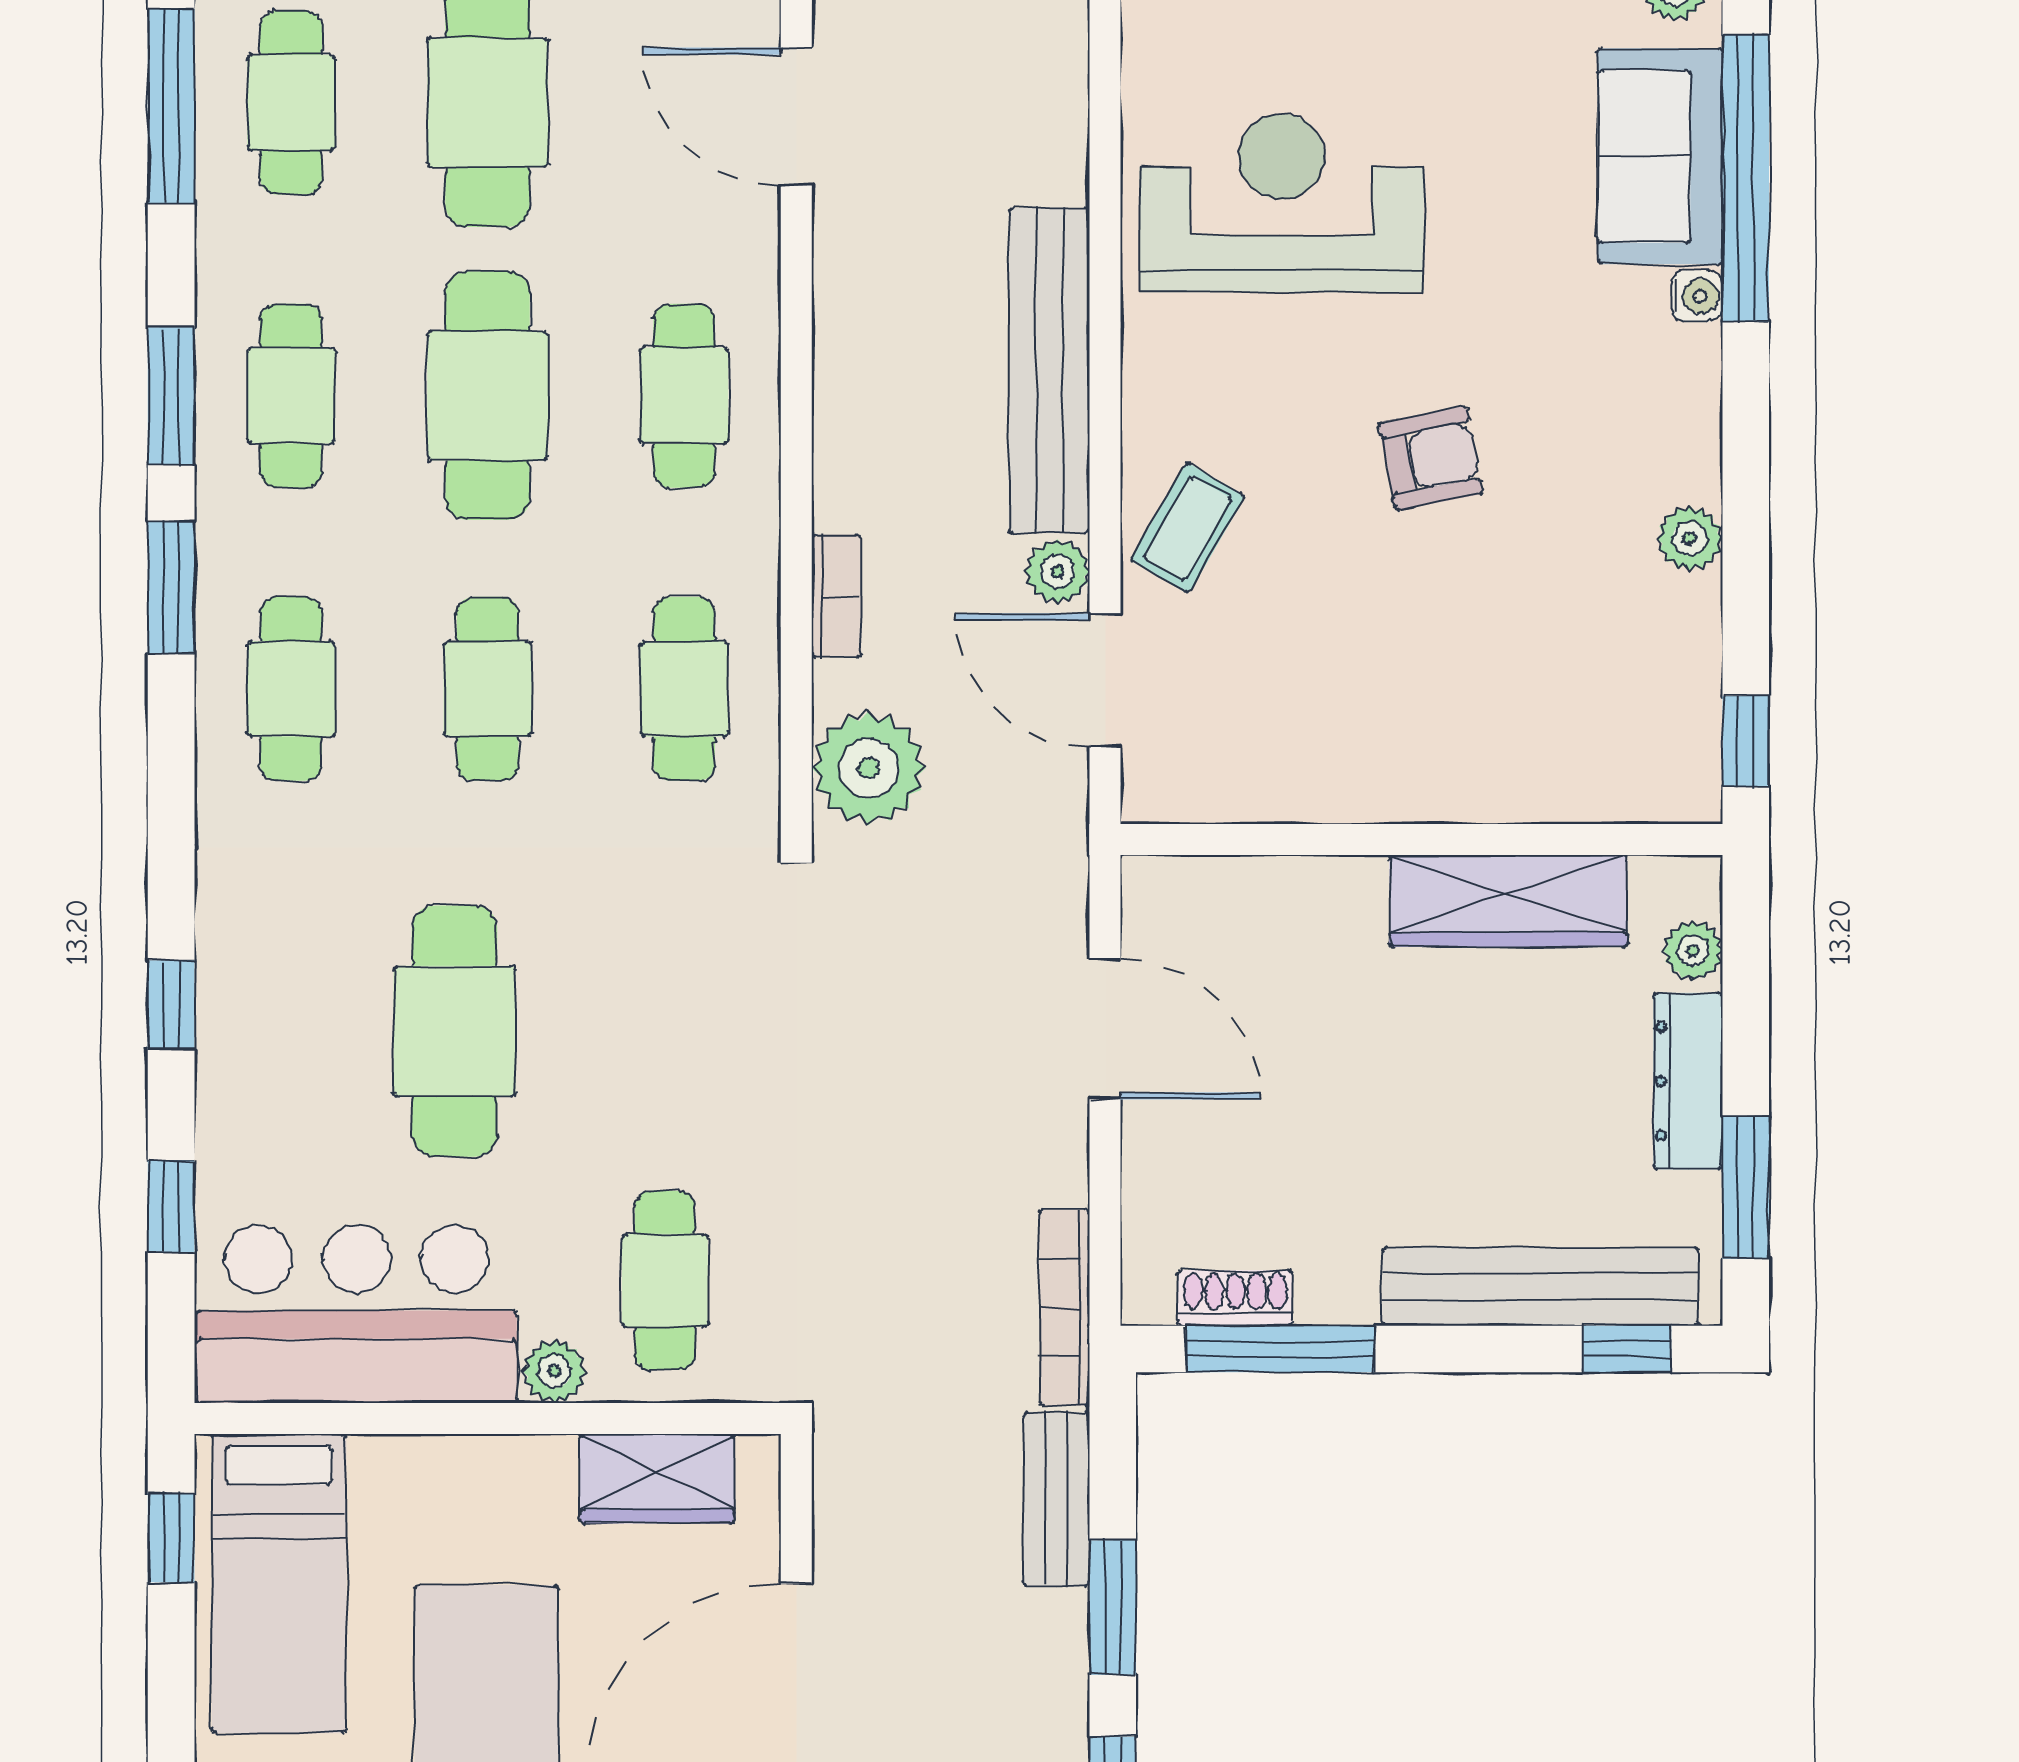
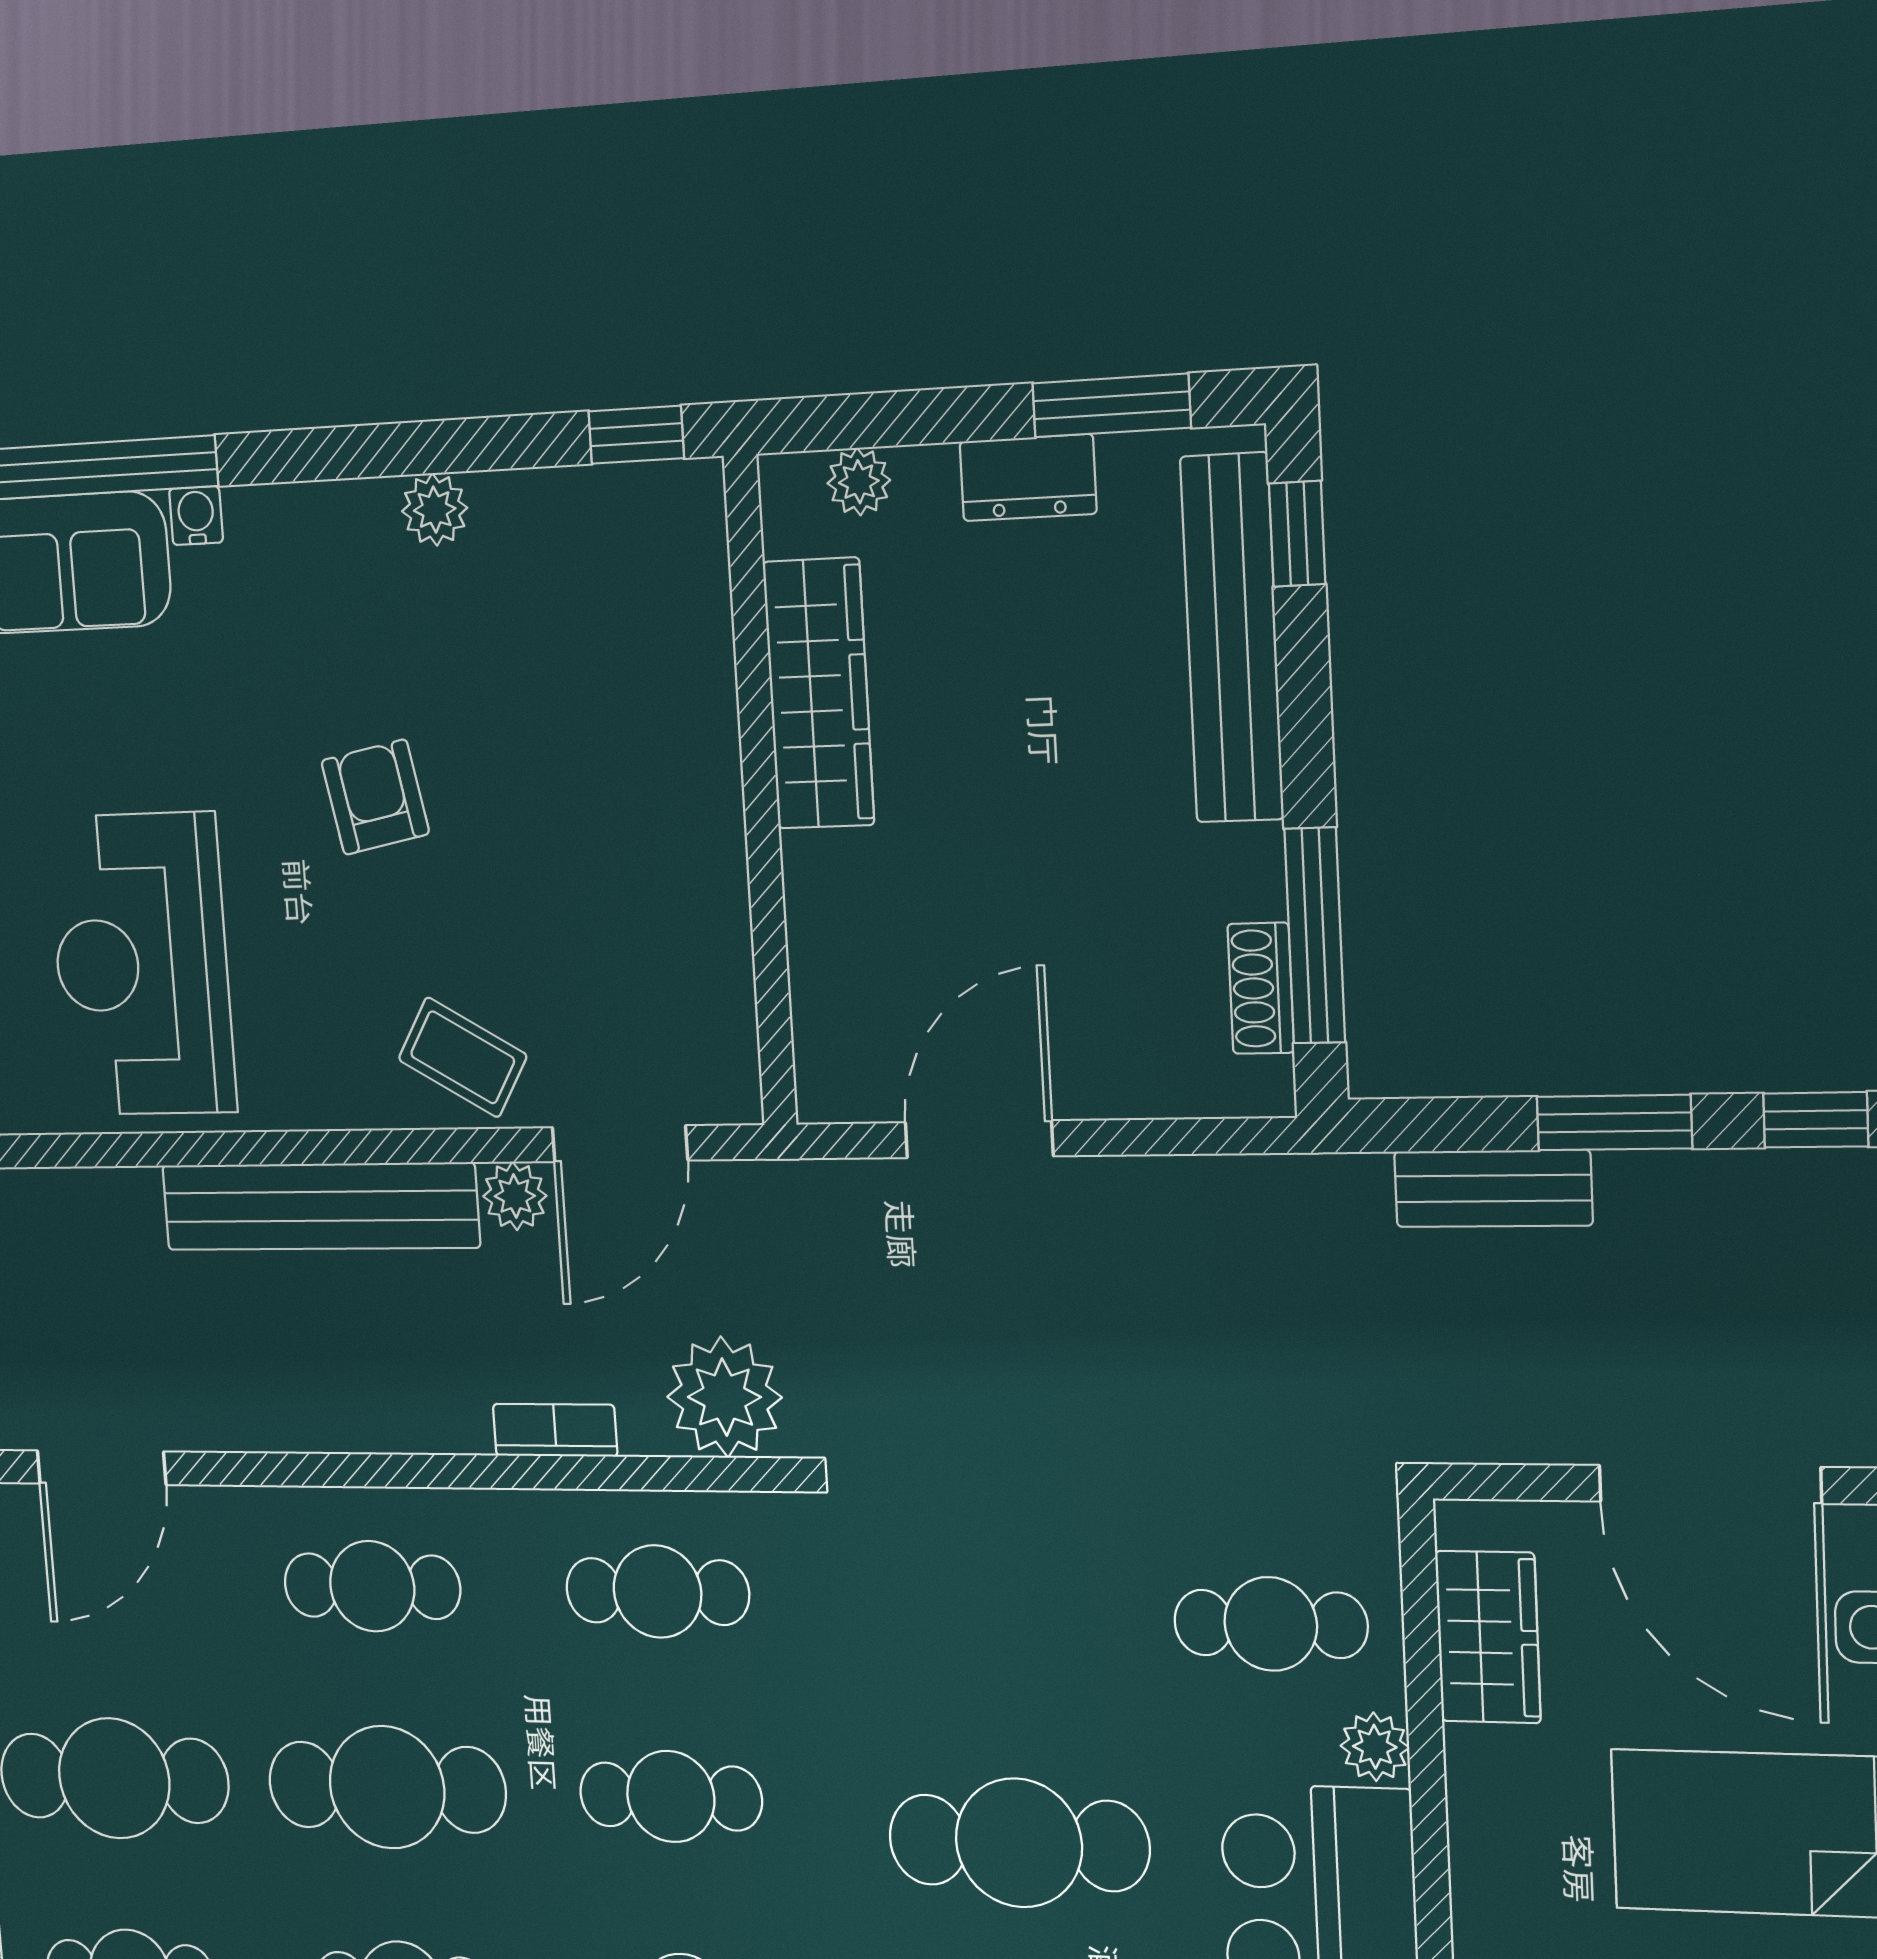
dresser: (1688, 1081) -> (1028, 478), width x0.70
bookcase: (1064, 1308) -> (1280, 1181), removed

